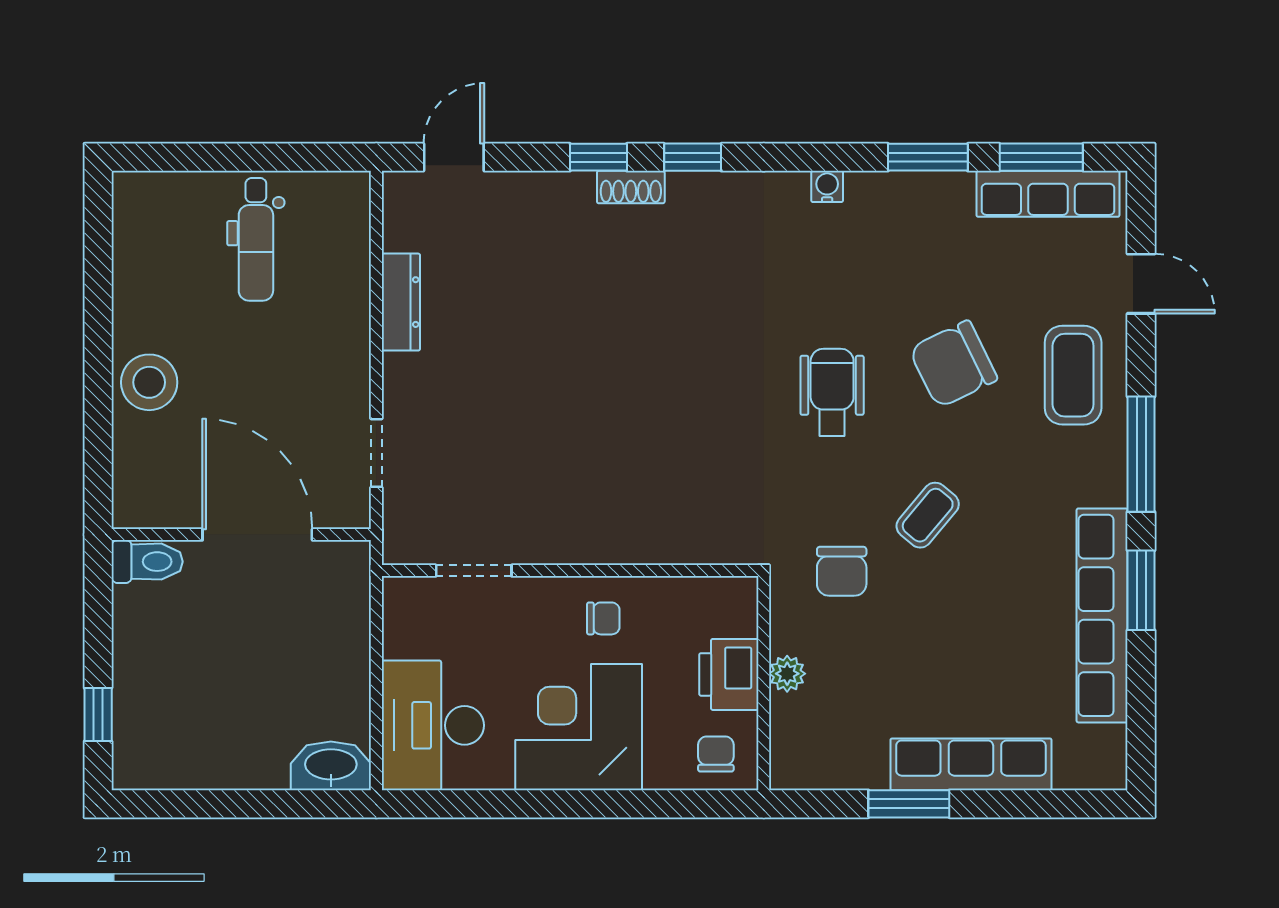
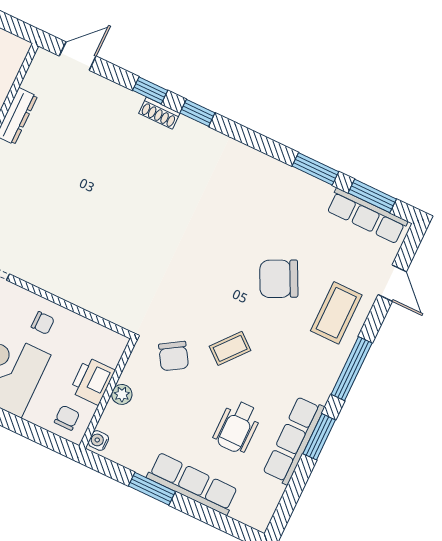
water cooler: (827, 186) -> (98, 441), moved, turned -90
wheelchair: (832, 392) -> (237, 427), moved, turned 180
chair: (842, 571) -> (174, 356), turned -32
row of seats: (1102, 615) -> (294, 440), width x0.73

